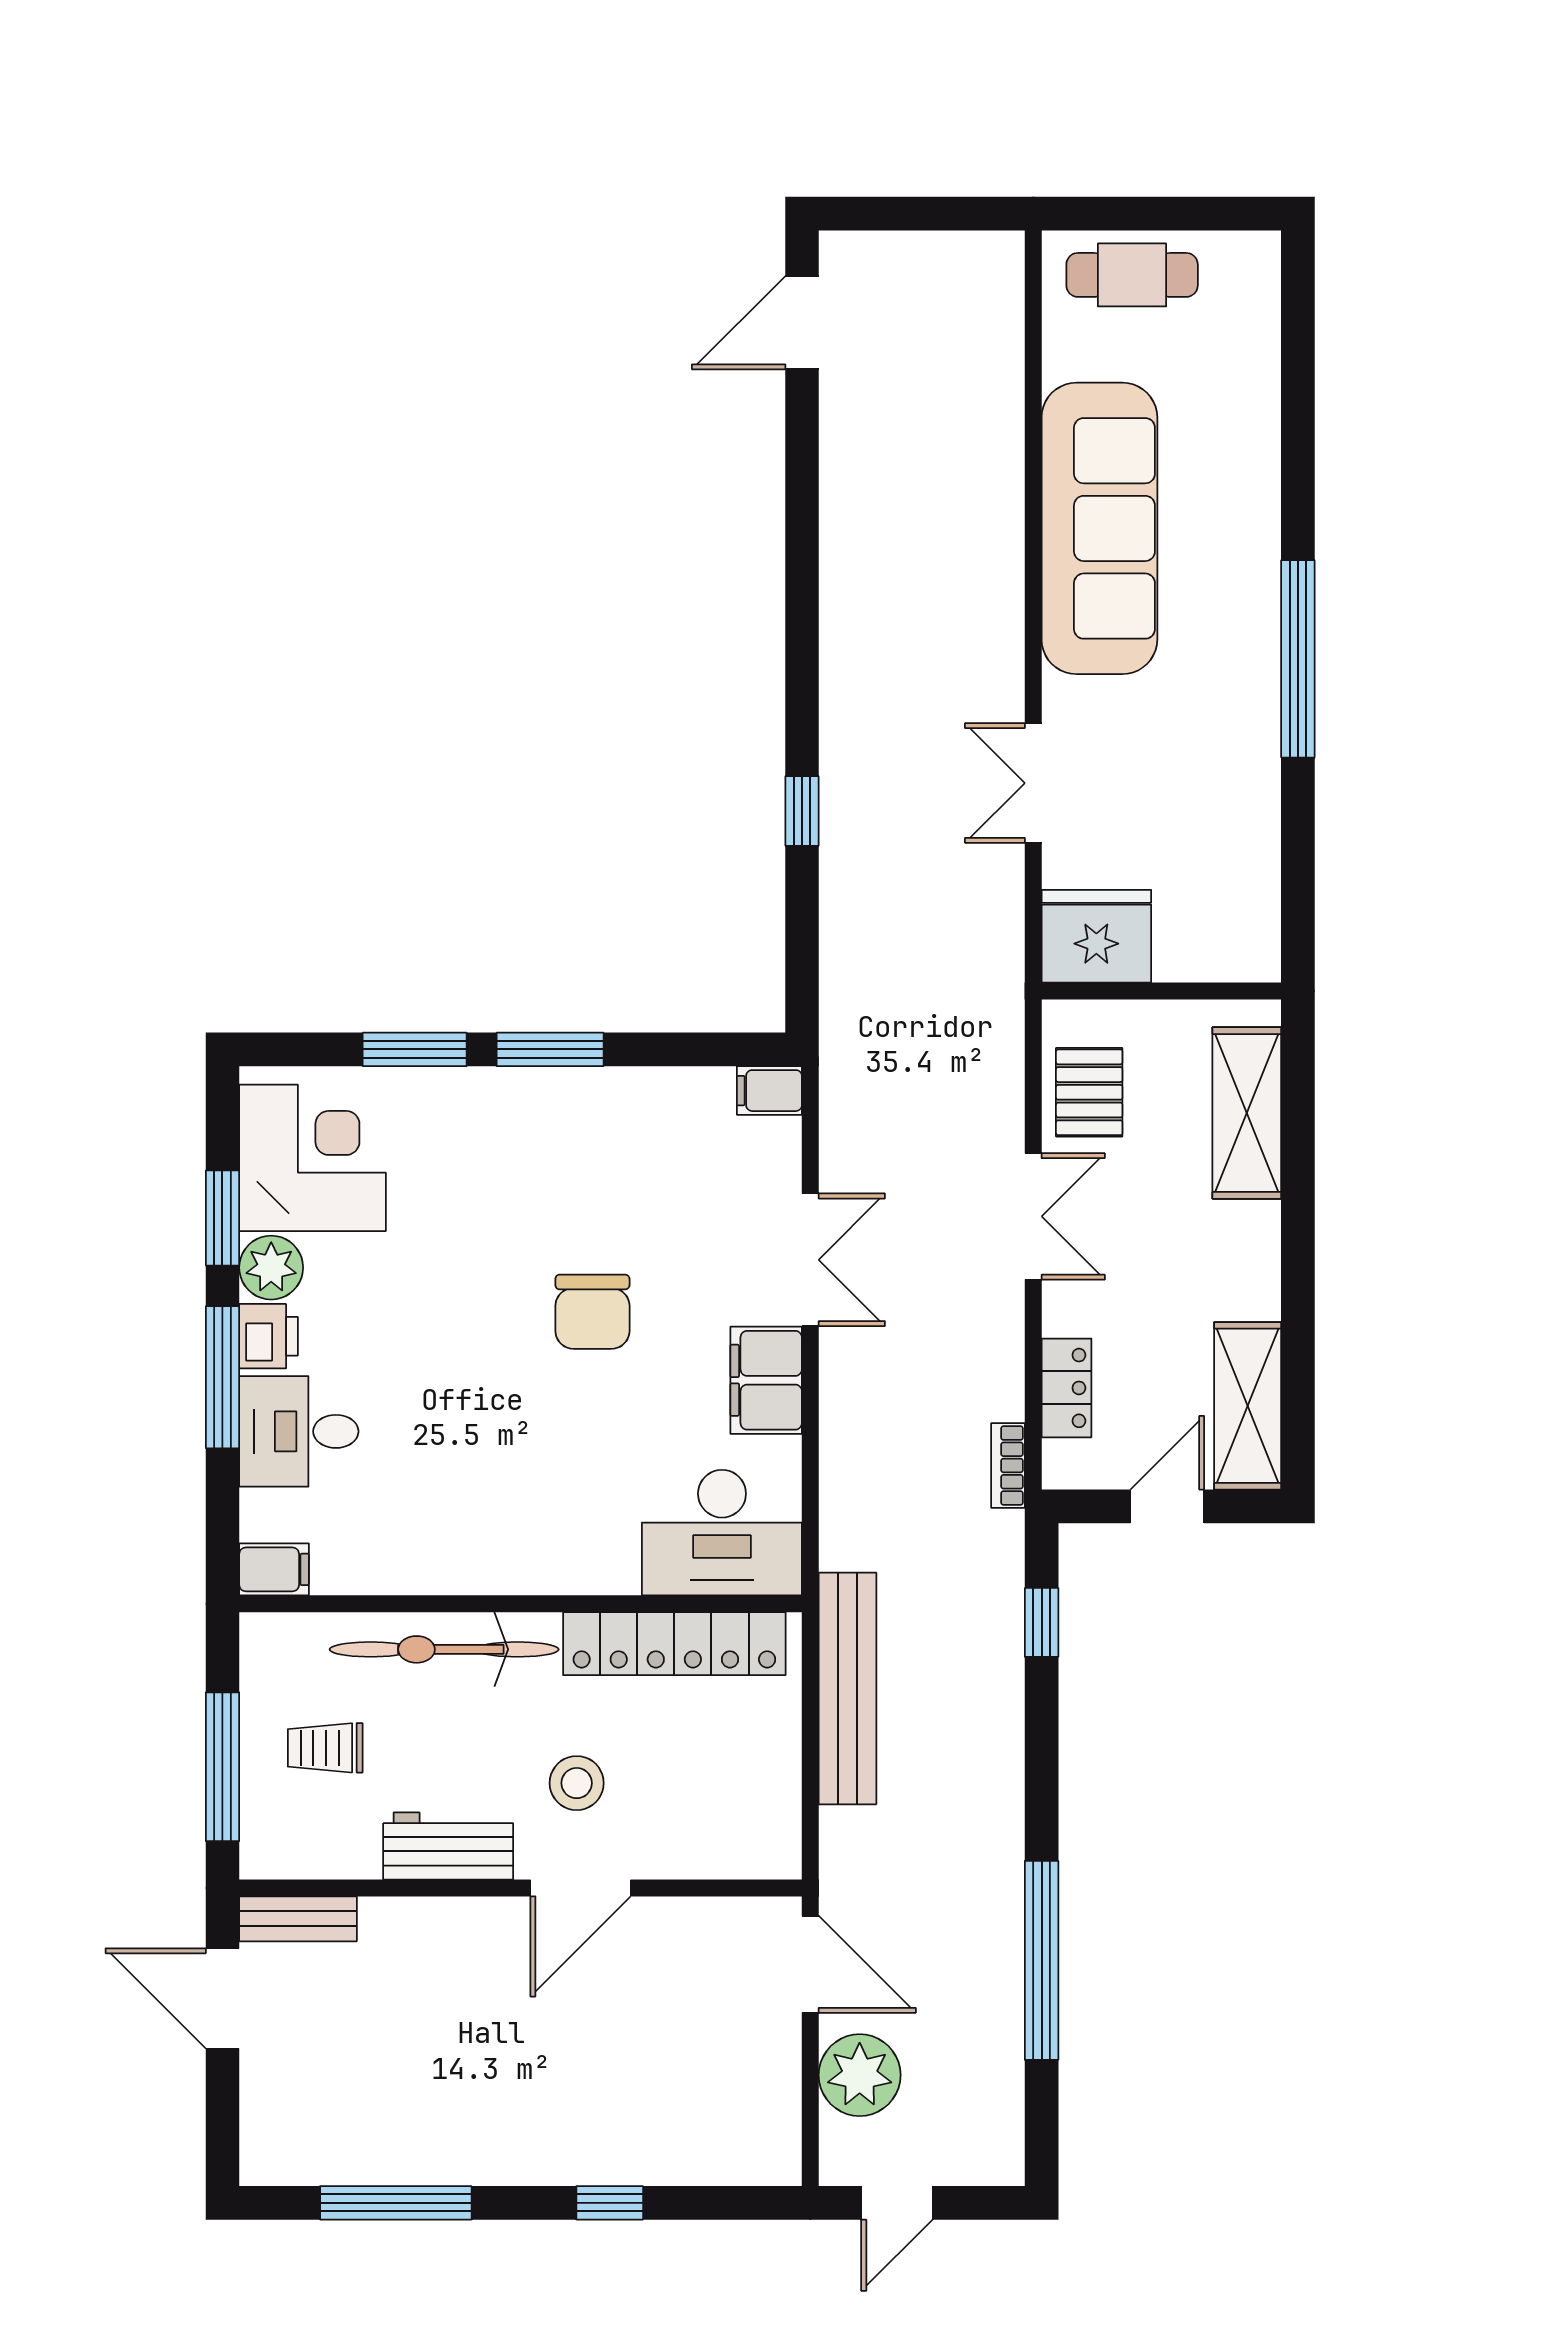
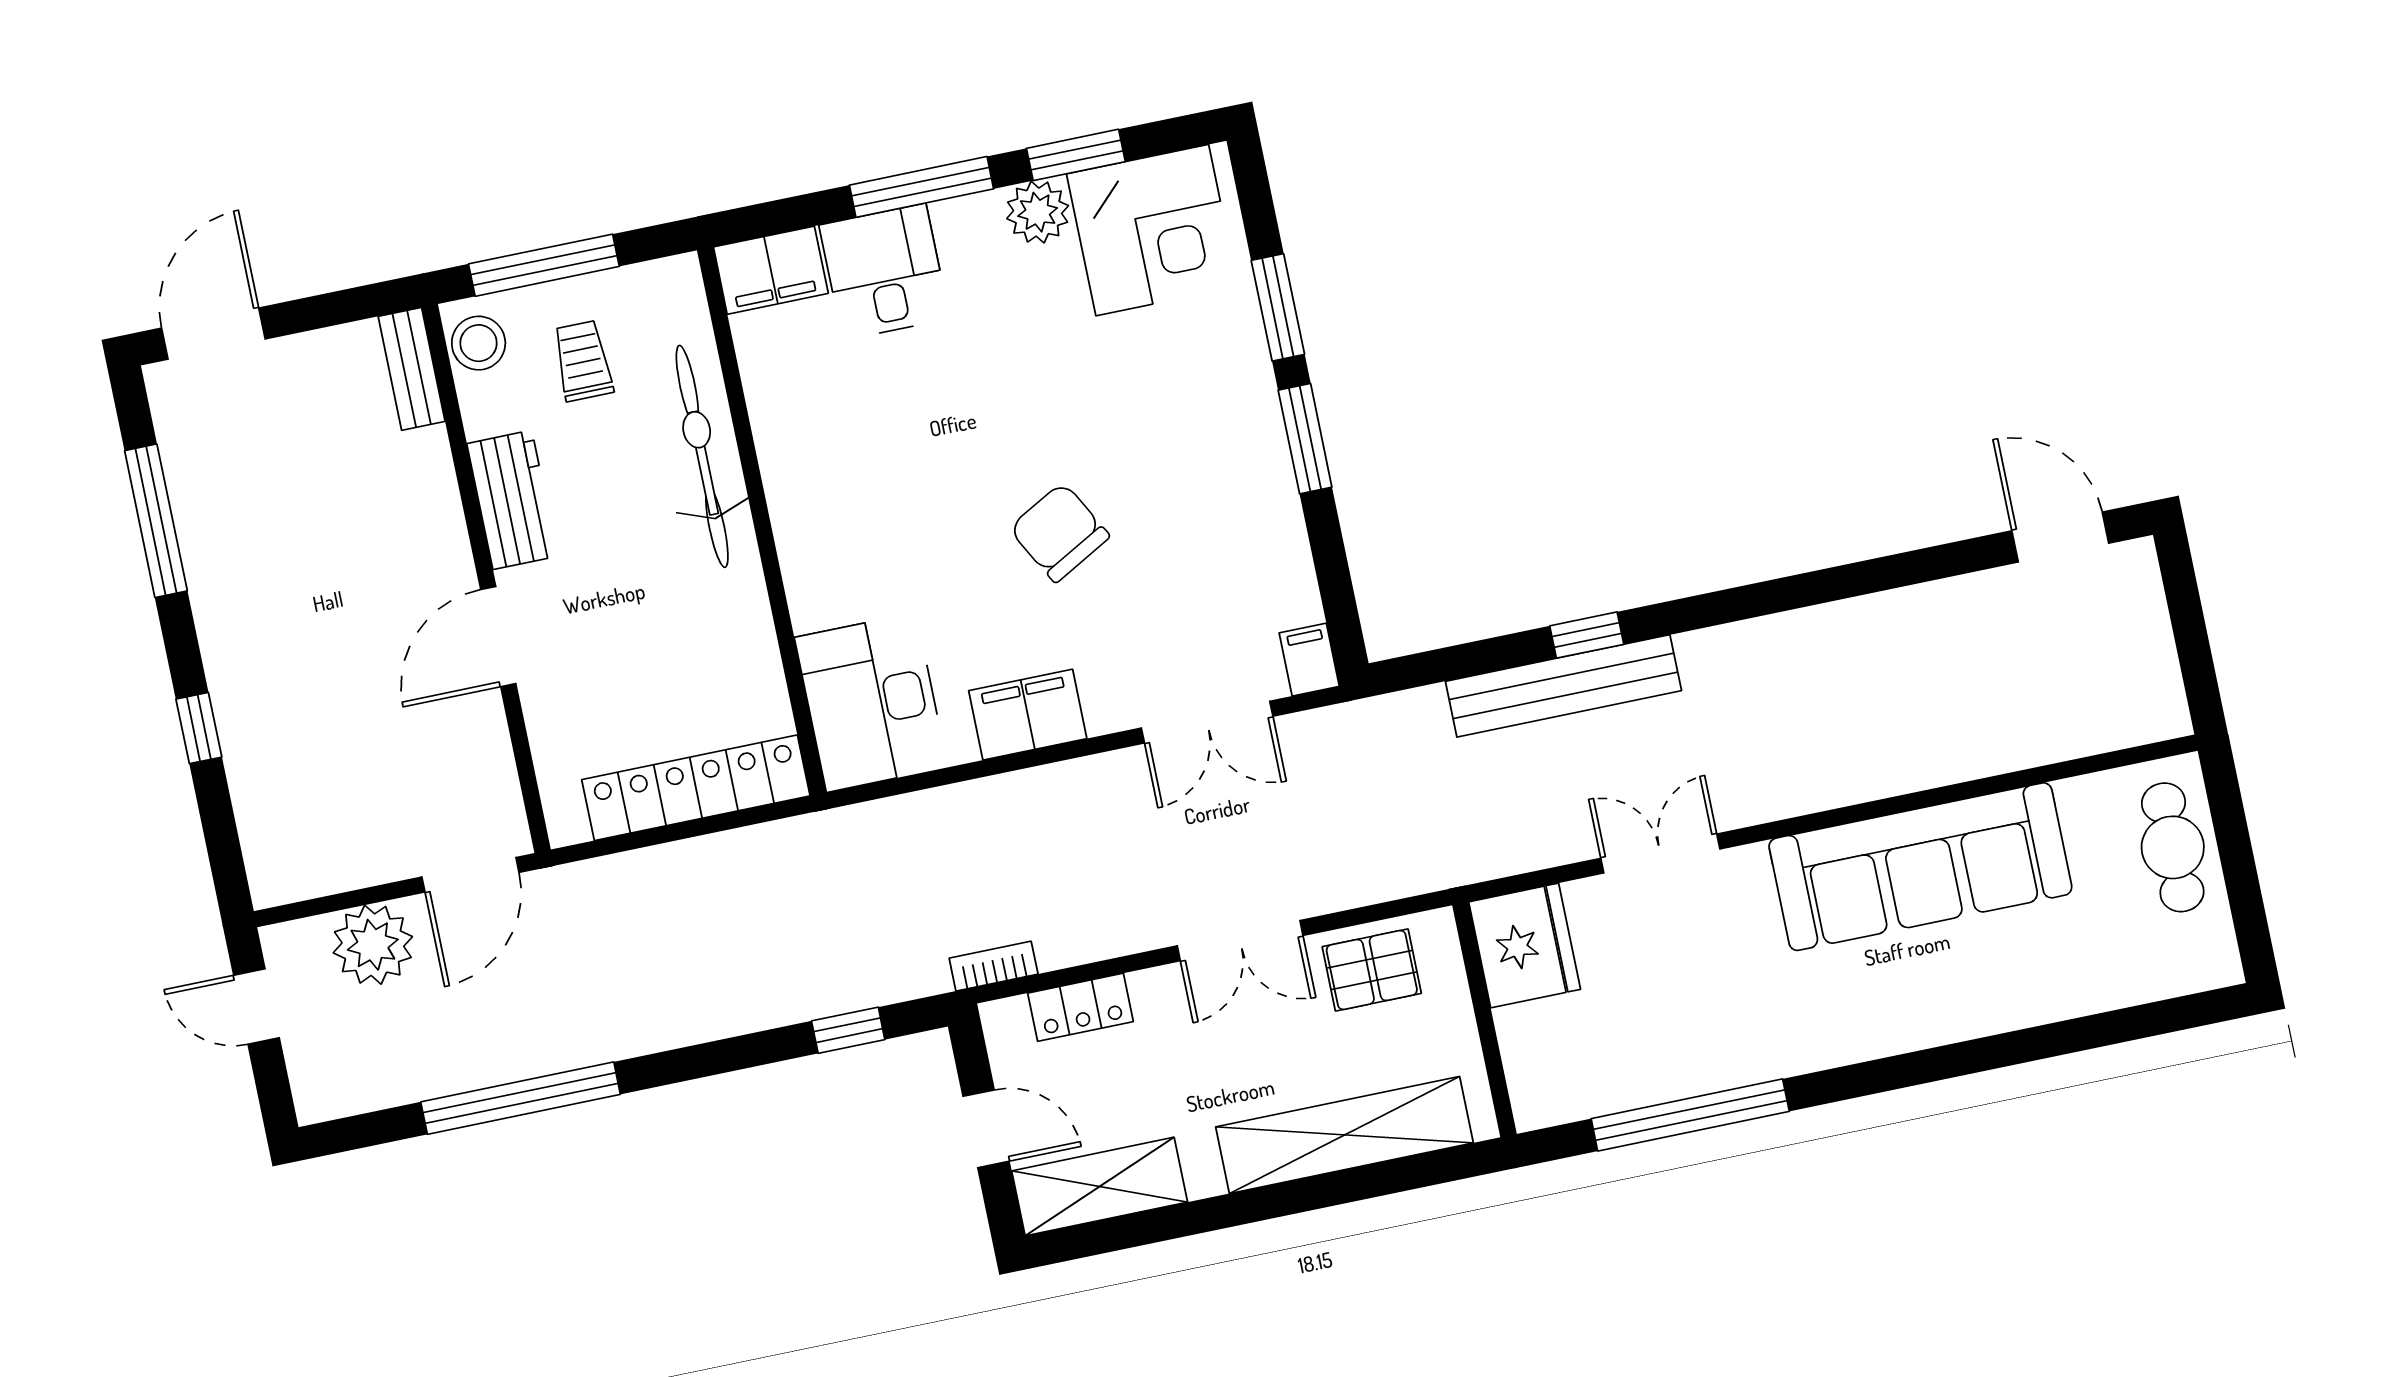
window: (1298, 659) -> (1690, 1115), moved
shelving: (1247, 1113) -> (1344, 1135), width x1.47
double door: (810, 1260) -> (1207, 722), moved
chair: (592, 1312) -> (1059, 532), turned 61
printer: (269, 1336) -> (971, 223), removed
filing cabinet: (274, 1569) -> (771, 270), width x2.00
locker: (674, 1644) -> (696, 788), moved, turned 90
bench: (848, 1688) -> (1563, 686), moved
stool: (577, 1783) -> (479, 343), moved
door: (580, 1888) -> (498, 637), hinge flipped
door: (222, 1998) -> (213, 334), moved

